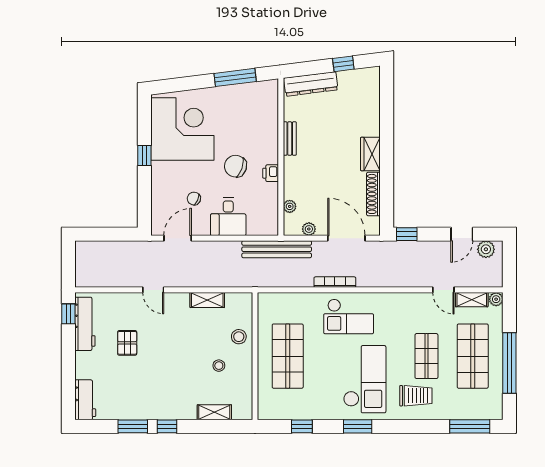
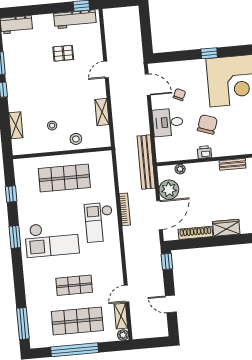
plant: (309, 229) -> (169, 190), width x1.88, depth x1.88
plant: (486, 249) -> (161, 324), removed
trolley: (416, 396) -> (43, 280), removed

